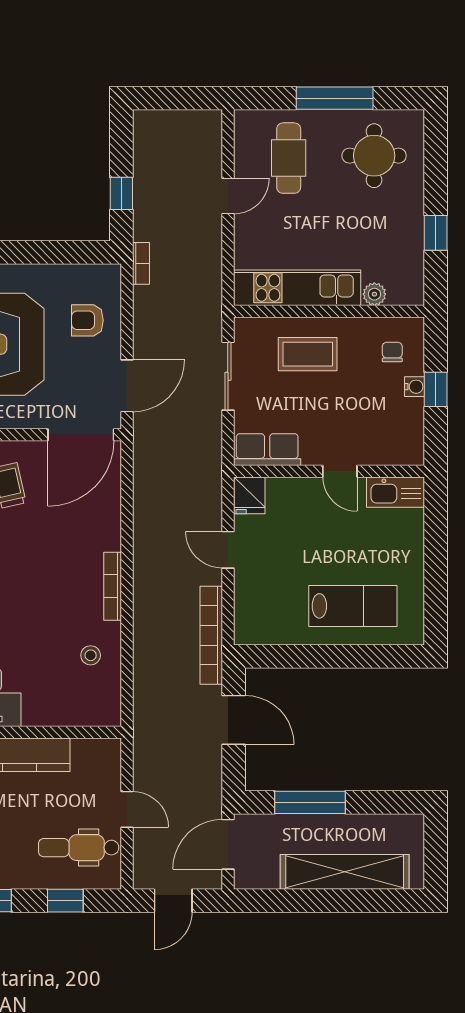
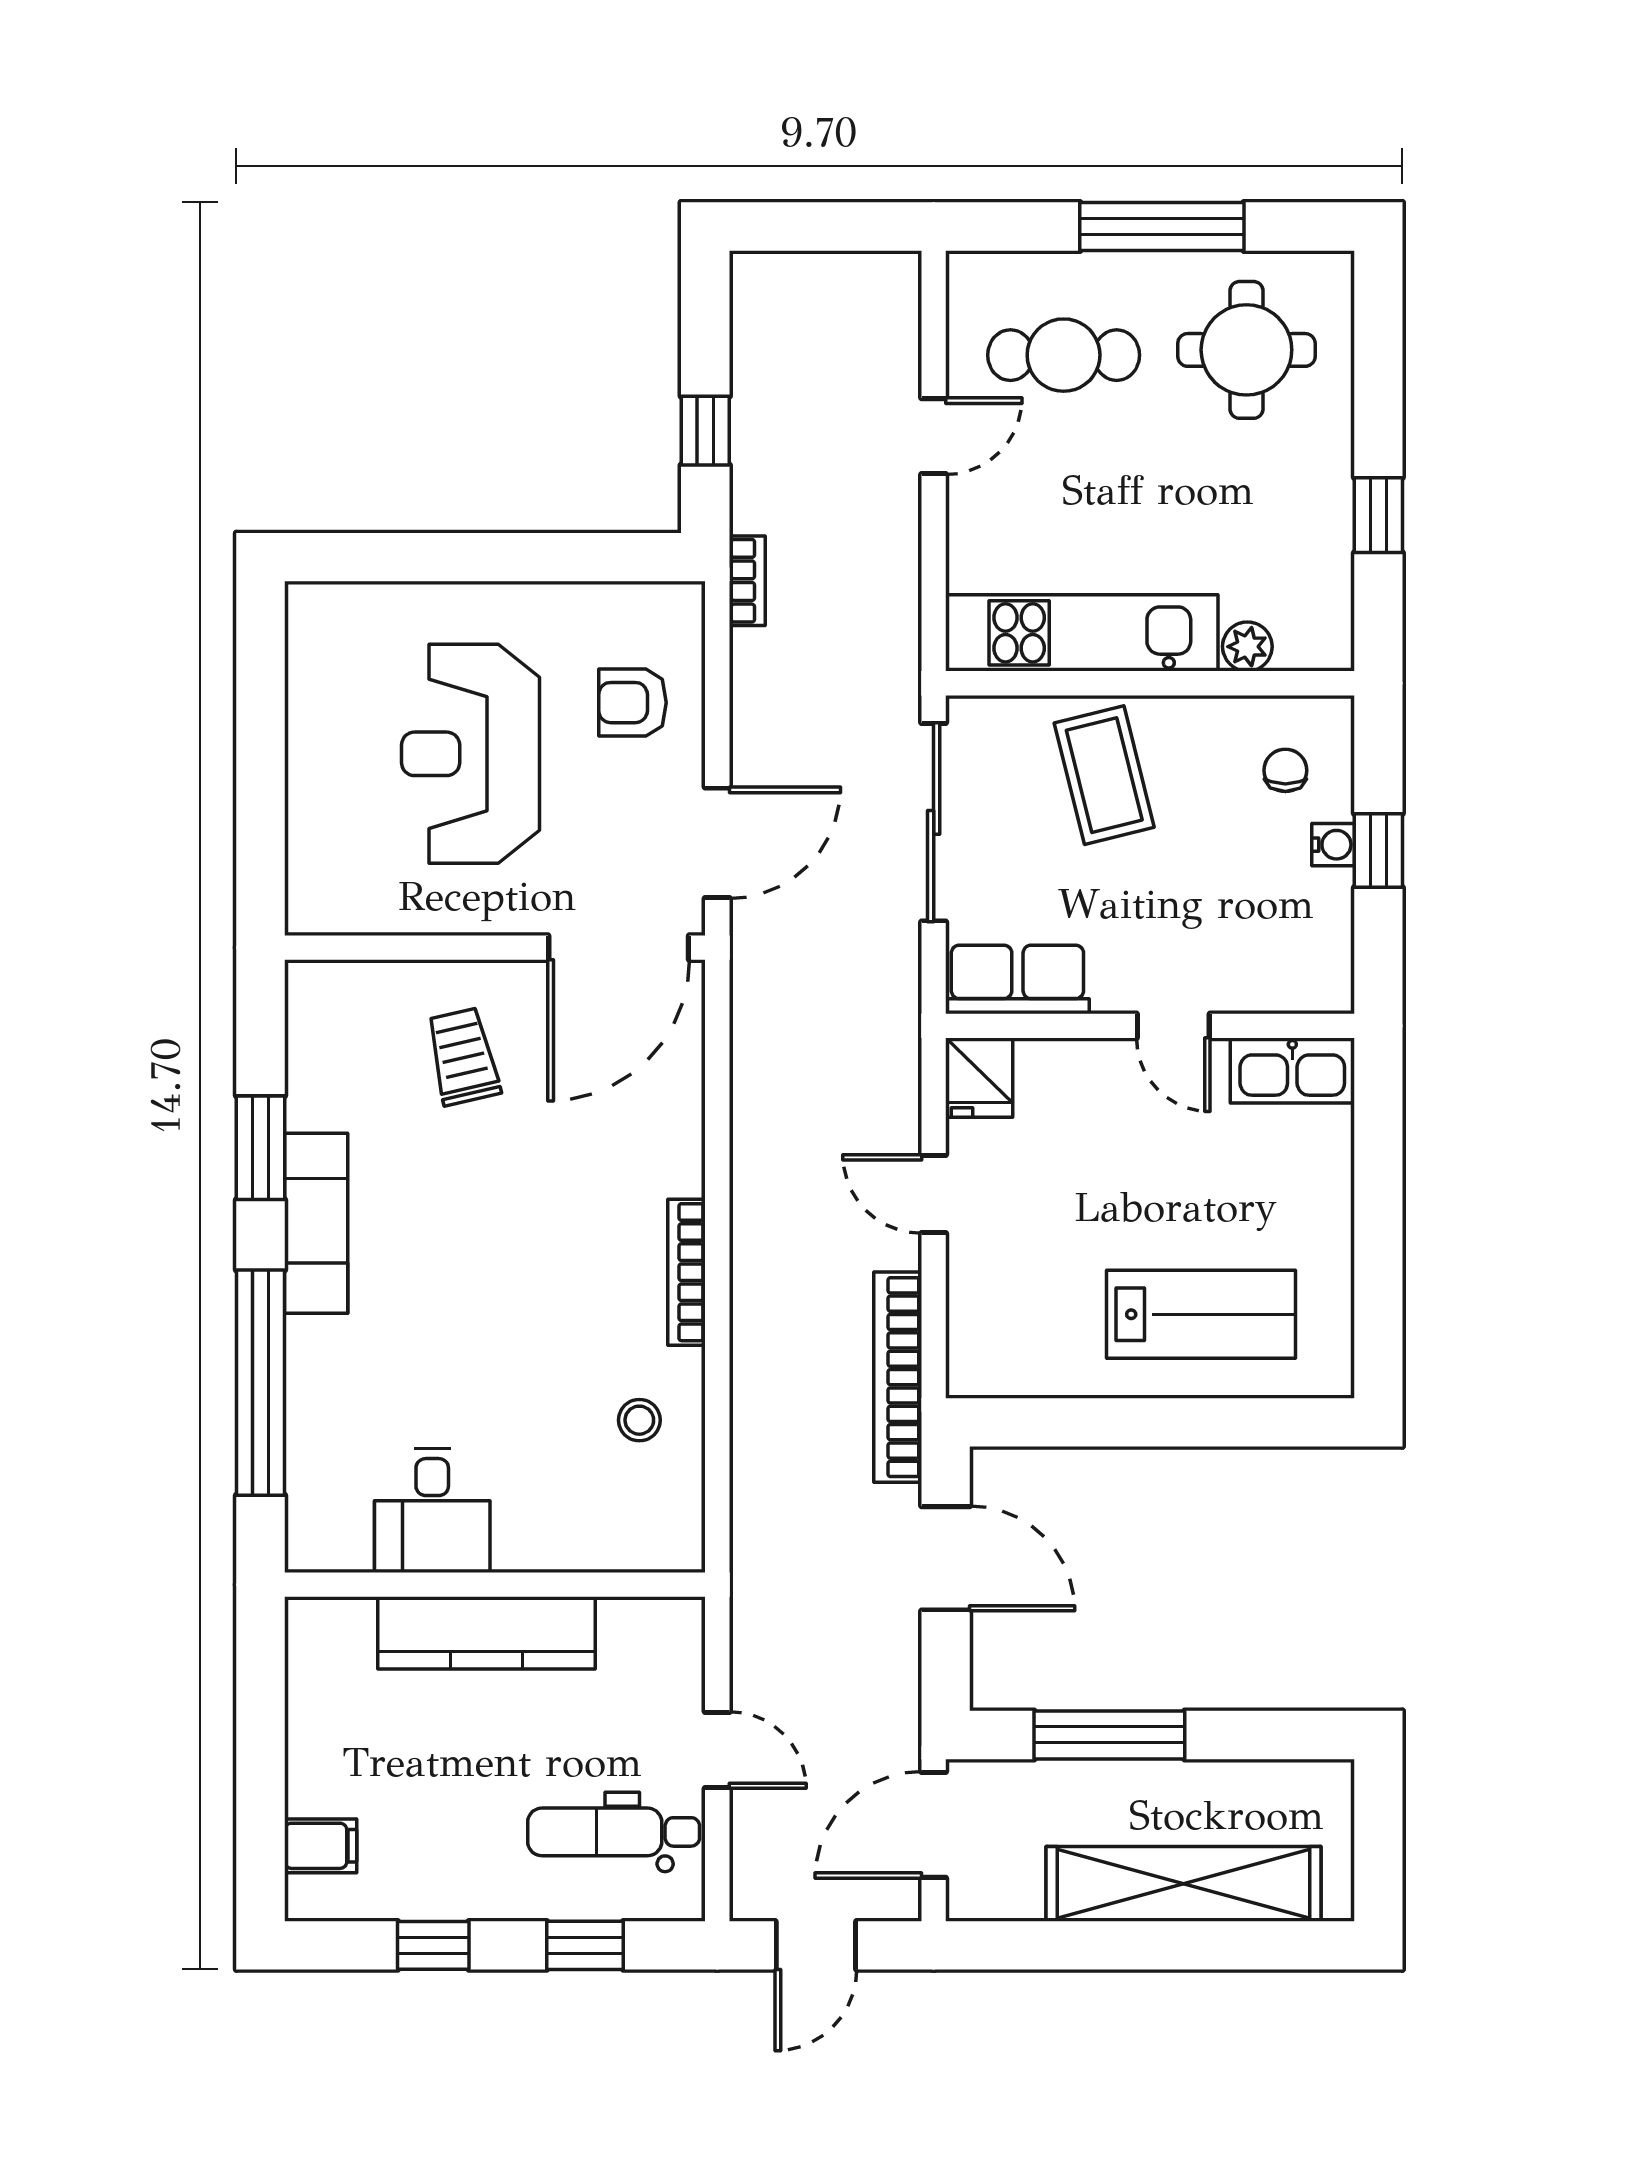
cafe table: (289, 158) -> (1064, 355), turned 90
coffee table: (308, 354) -> (1104, 775), turned 76
sliding door: (228, 376) -> (934, 822), width x1.37

